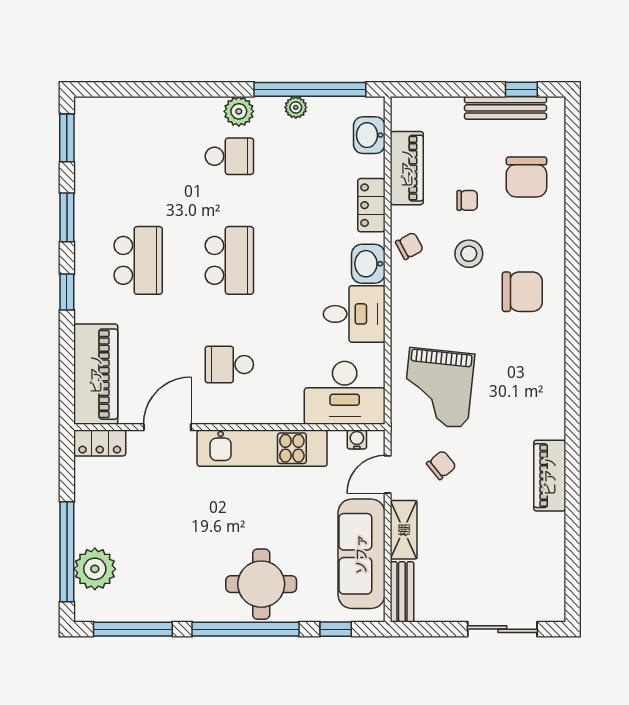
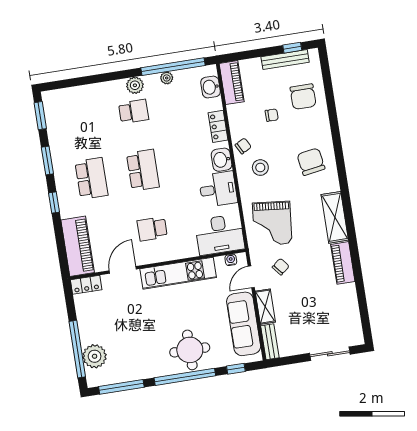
piano: (407, 168) -> (232, 83), moved
stool: (469, 254) -> (260, 168), moved
chair: (522, 292) -> (311, 162), turned -99
shelving: (548, 394) -> (335, 217), added

